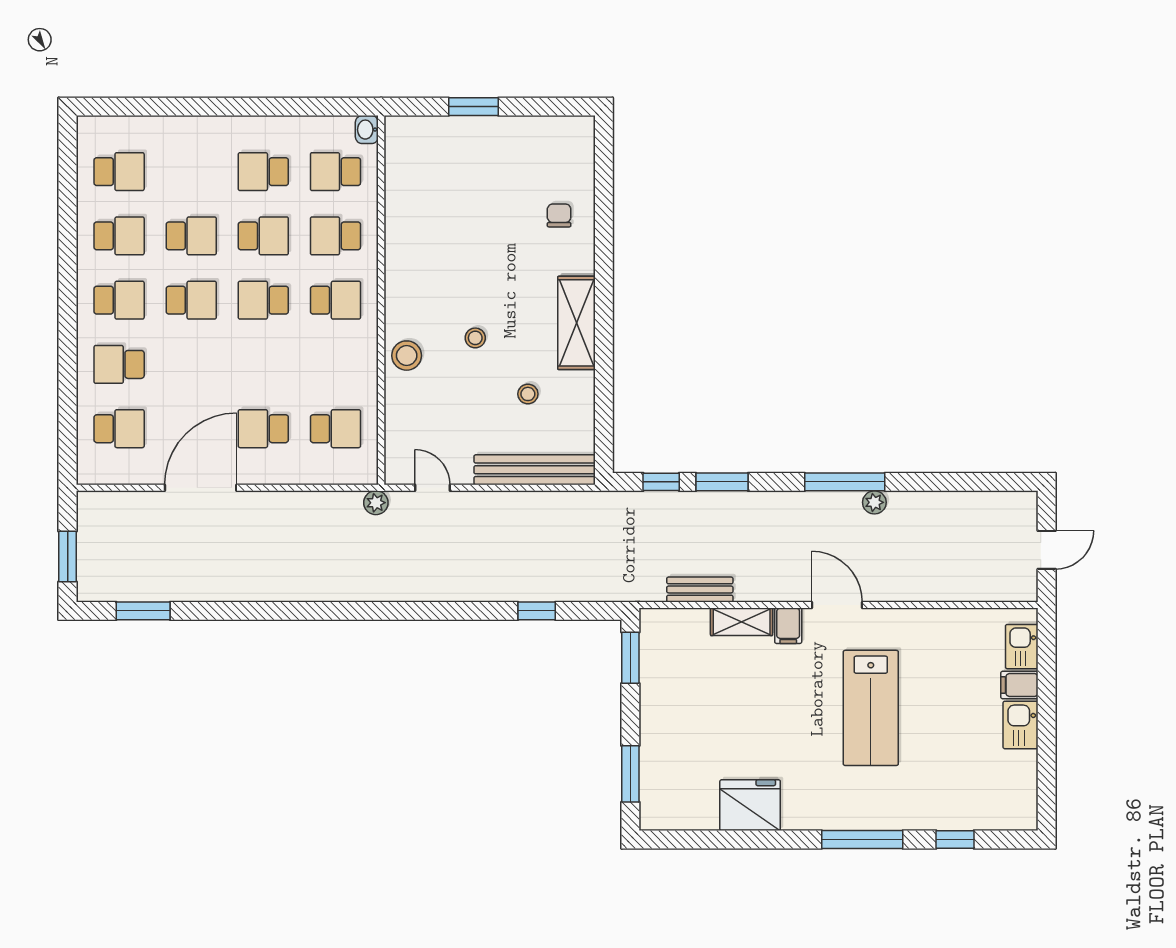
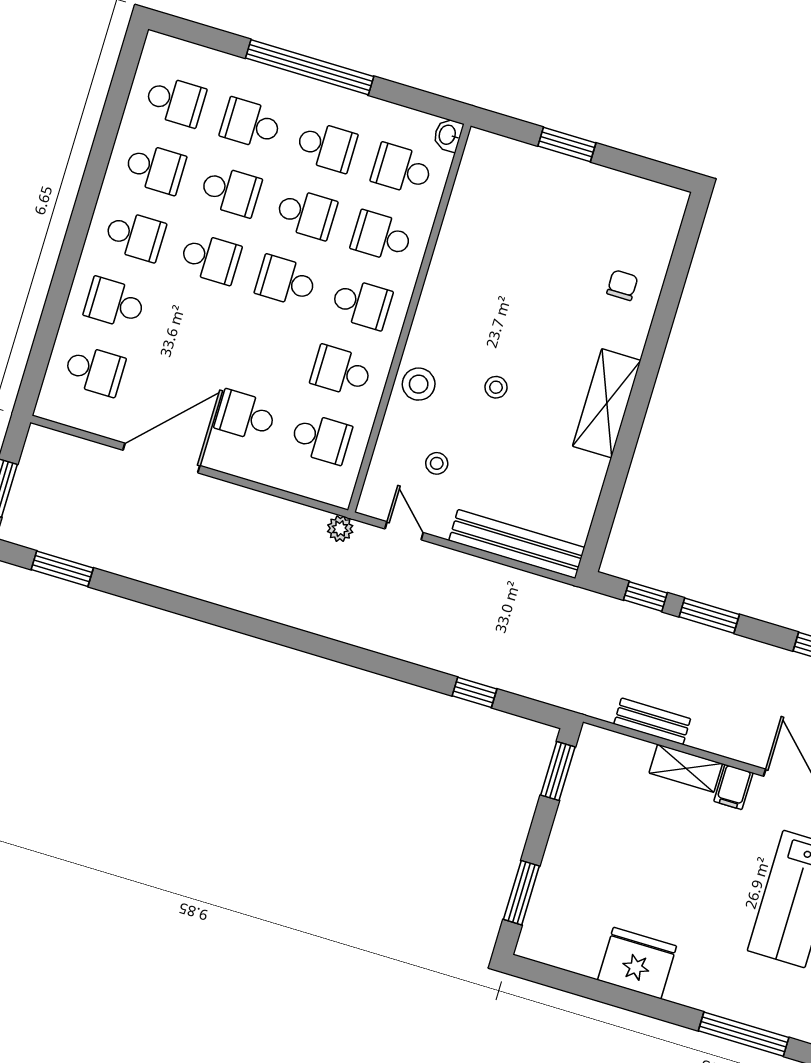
window: (228, 107) -> (310, 67), added
school desk: (191, 172) -> (251, 124), added
school desk: (263, 172) -> (326, 146), turned 180
school desk: (335, 364) -> (341, 371), added
stool: (528, 394) -> (437, 463), moved

